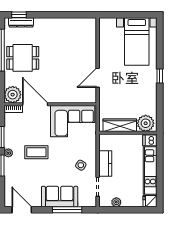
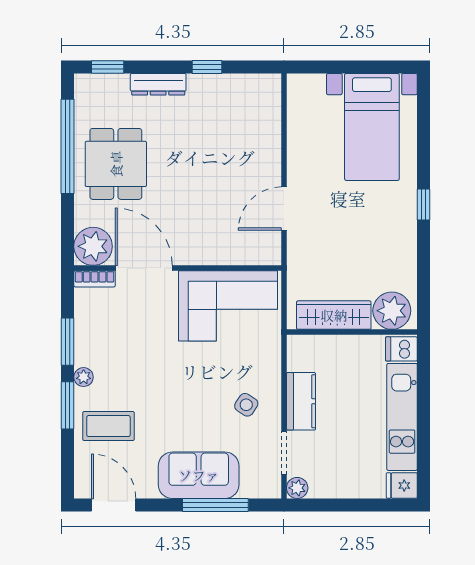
window: (63, 15) -> (207, 67), added
dresser: (21, 22) -> (158, 84), moved
dining table: (23, 58) -> (116, 164), turned 90
coffee table: (36, 152) -> (108, 426), moved
plant: (116, 202) -> (297, 488), moved

